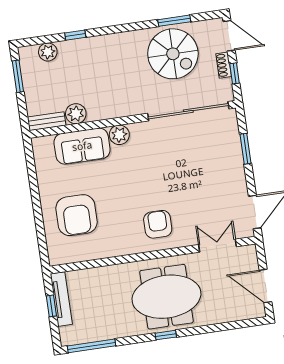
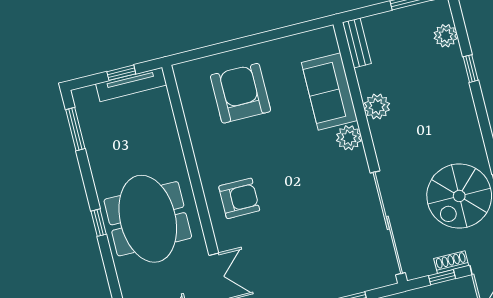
plant: (76, 114) -> (377, 106), moved
armchair: (76, 215) -> (241, 93), turned 90
window: (92, 346) -> (75, 129), width x0.69

